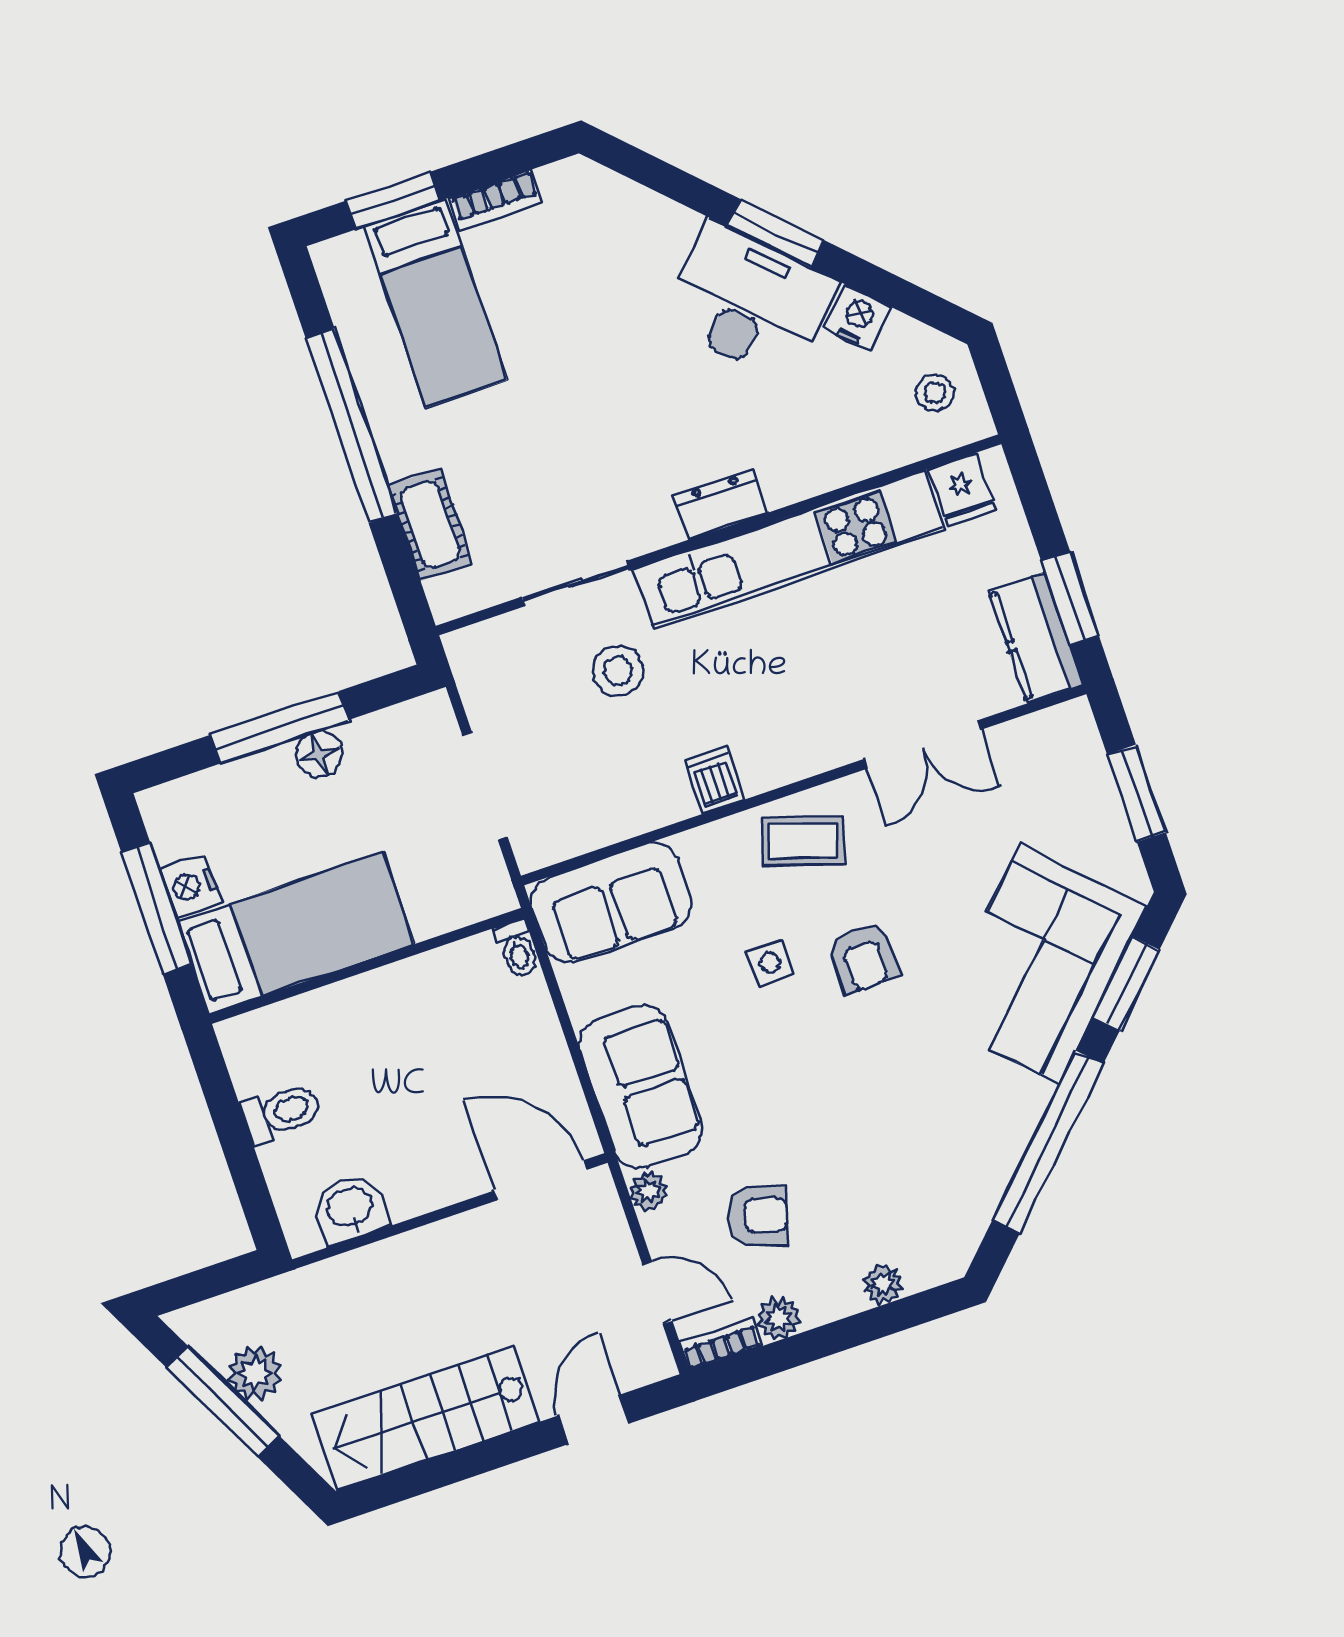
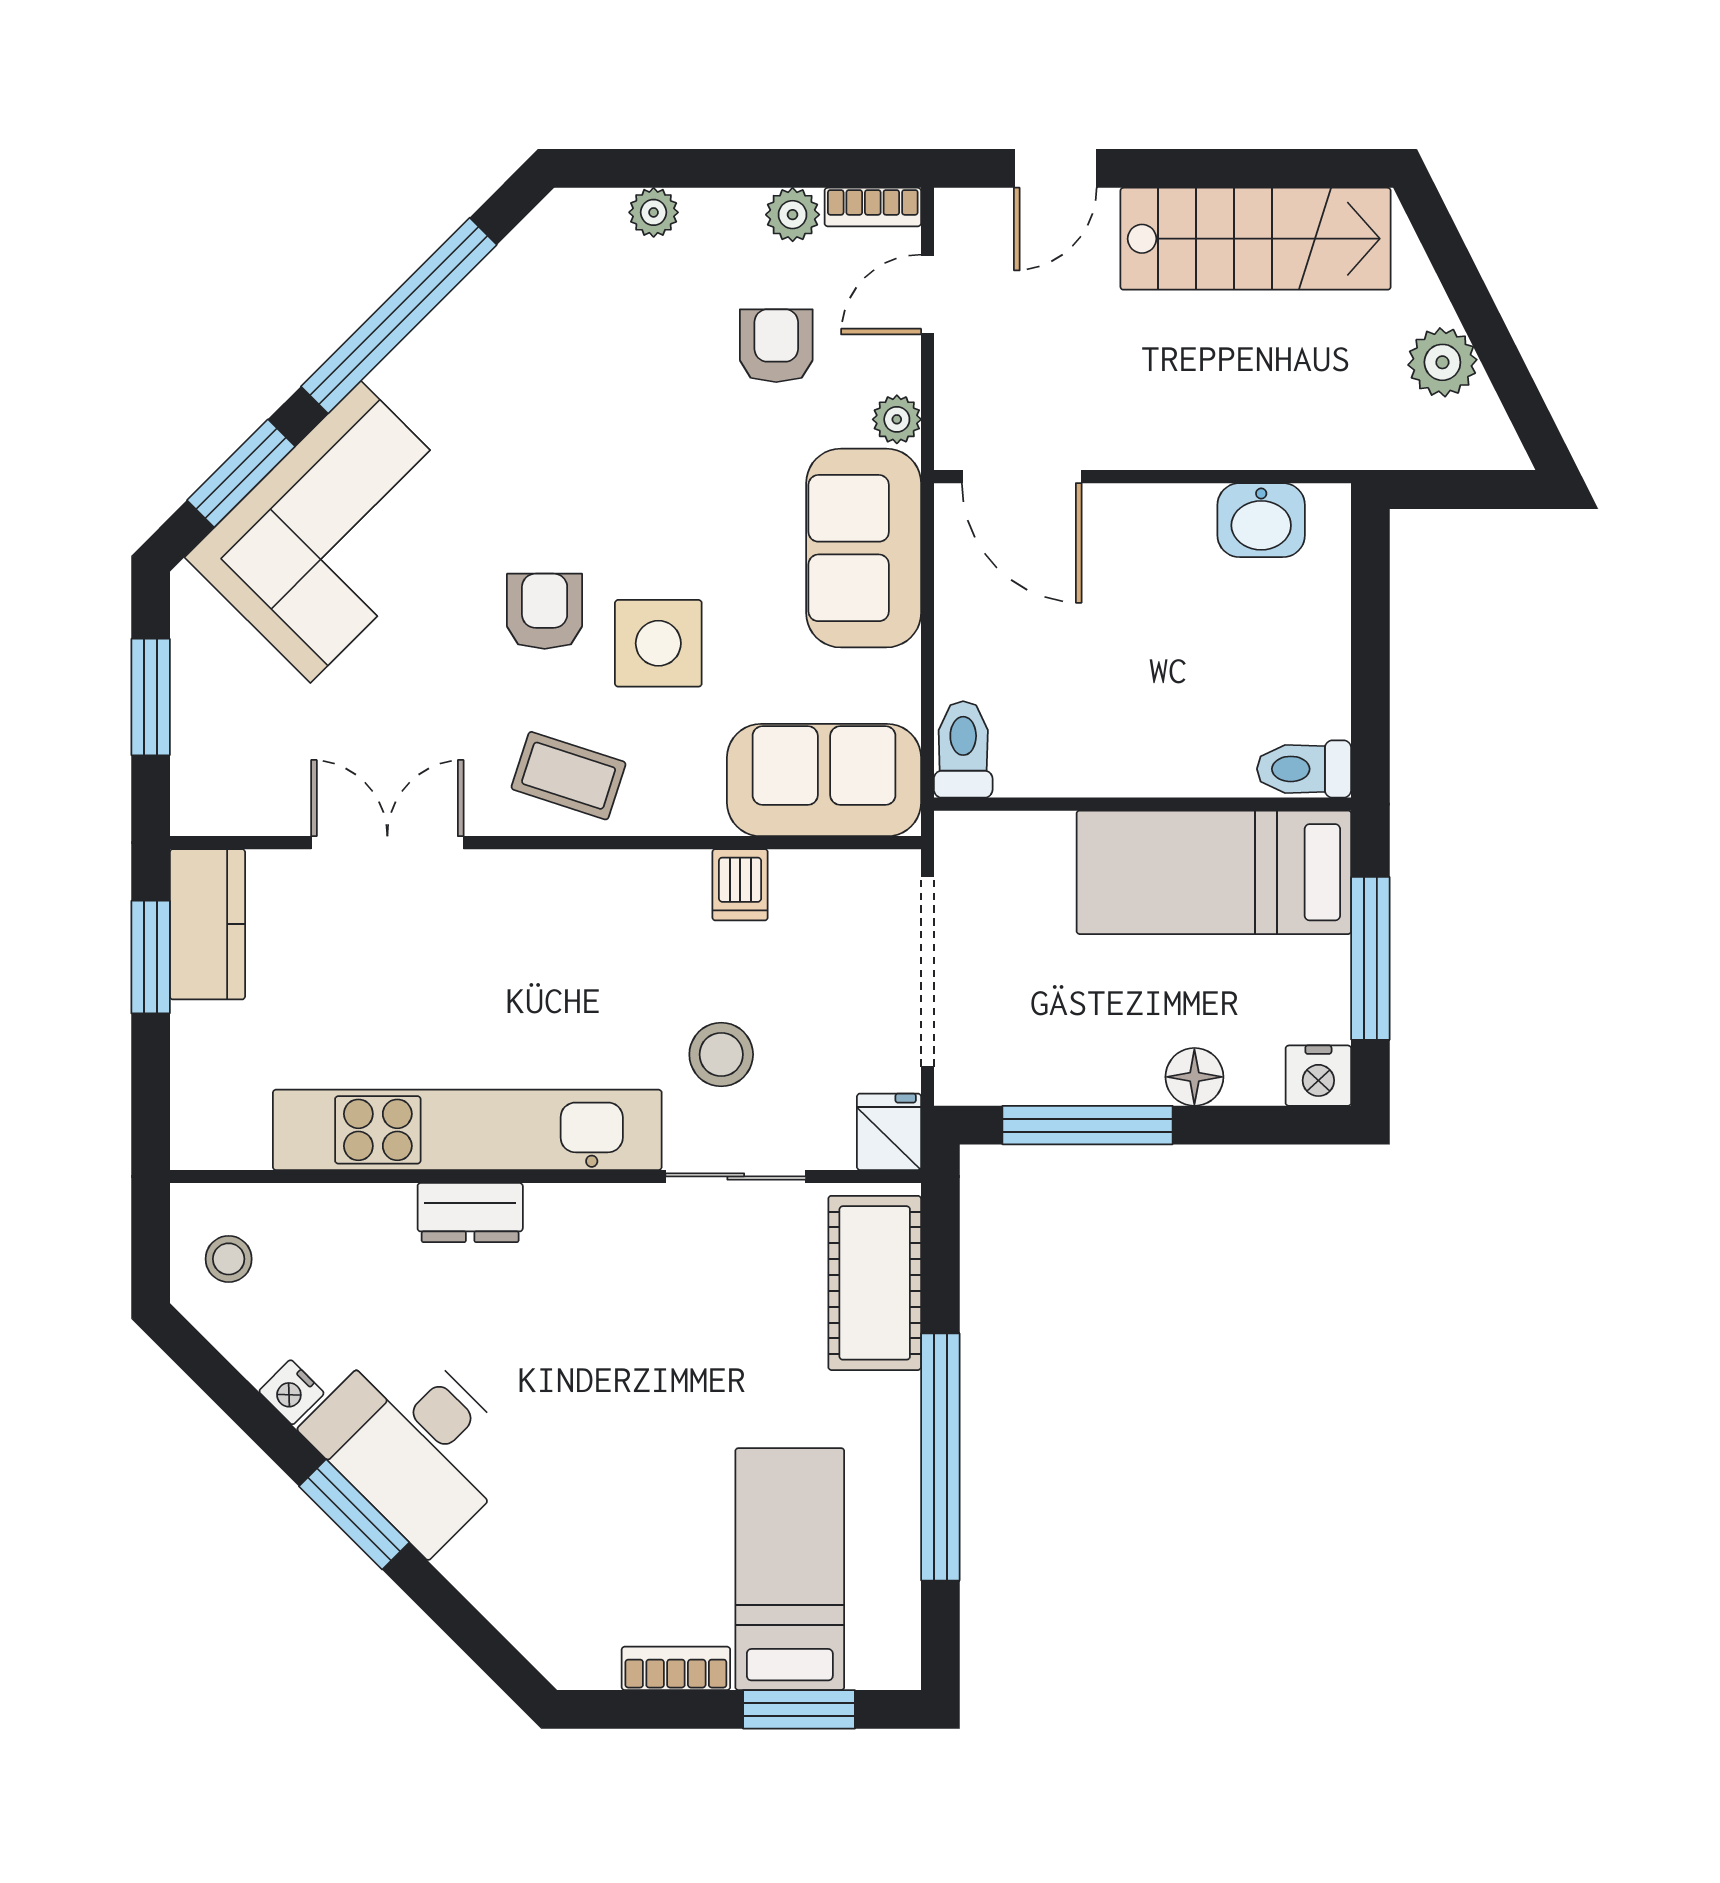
nightstand: (858, 318) -> (292, 1392), width x0.72, depth x0.74
fridge: (962, 489) -> (889, 1132), moved
dresser: (720, 504) -> (470, 1212), moved
cot: (430, 525) -> (875, 1283), width x1.37, depth x1.34
window: (279, 727) -> (1088, 1125), moved
floor lamp: (319, 754) -> (1194, 1077), moved
dishwasher: (715, 780) -> (740, 885), moved
doorway: (485, 786) -> (927, 971), width x1.36
nightstand: (190, 886) -> (1318, 1076), moved, turned 90
toilet: (517, 949) -> (963, 749), width x1.37, depth x1.39
side table: (770, 963) -> (658, 643), width x1.87, depth x1.87
toilet: (281, 1112) -> (1304, 769), moved
armchair: (757, 1216) -> (776, 346), turned 73
door: (657, 1293) -> (927, 295), hinge flipped
window: (223, 1402) -> (1492, 341), removed

